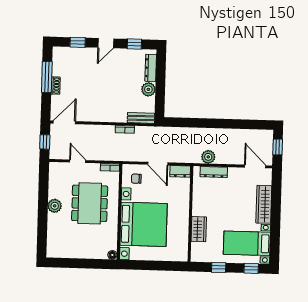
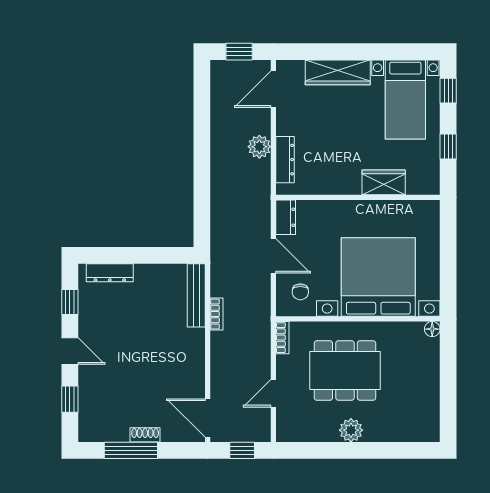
plant: (148, 89) -> (147, 276), removed
bench: (141, 118) -> (196, 295), width x1.36
plant: (208, 157) -> (259, 147), moved
door: (158, 164) -> (273, 256), hinge flipped

